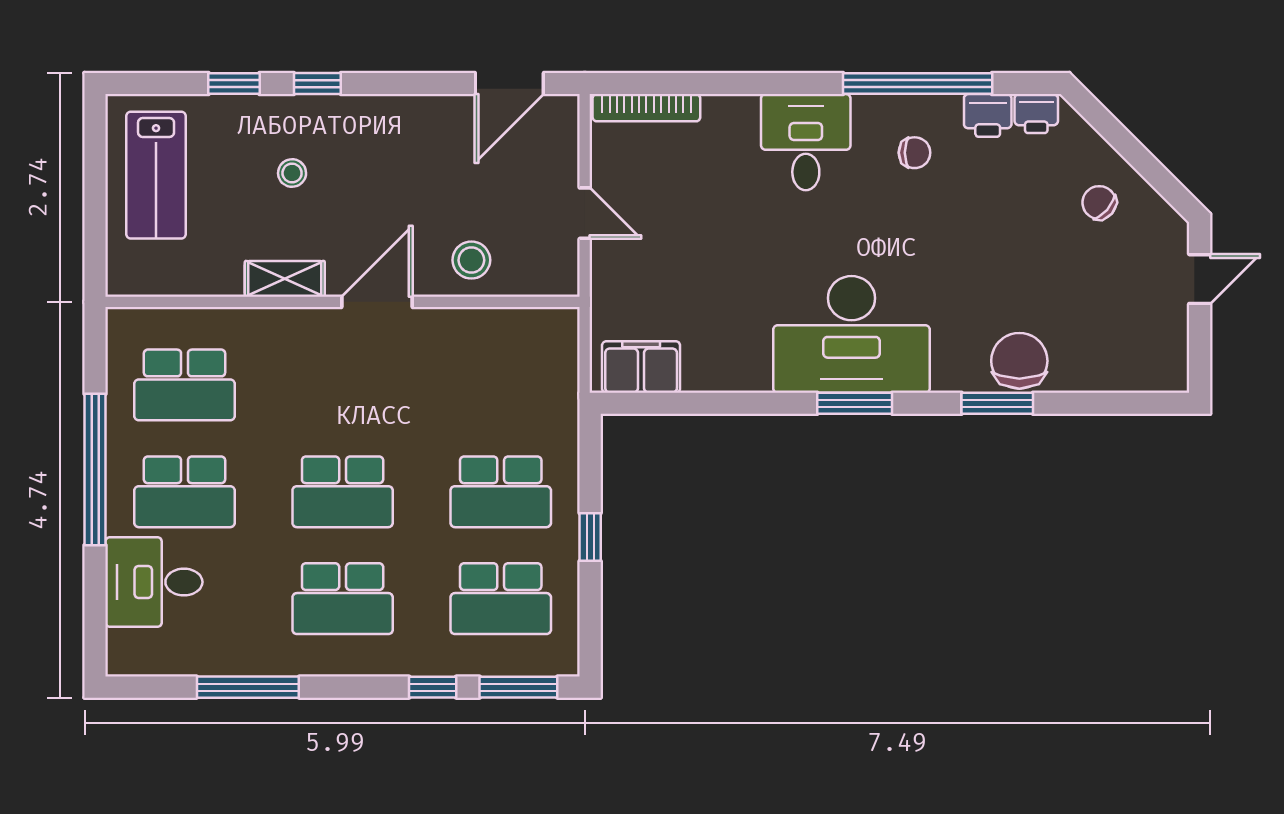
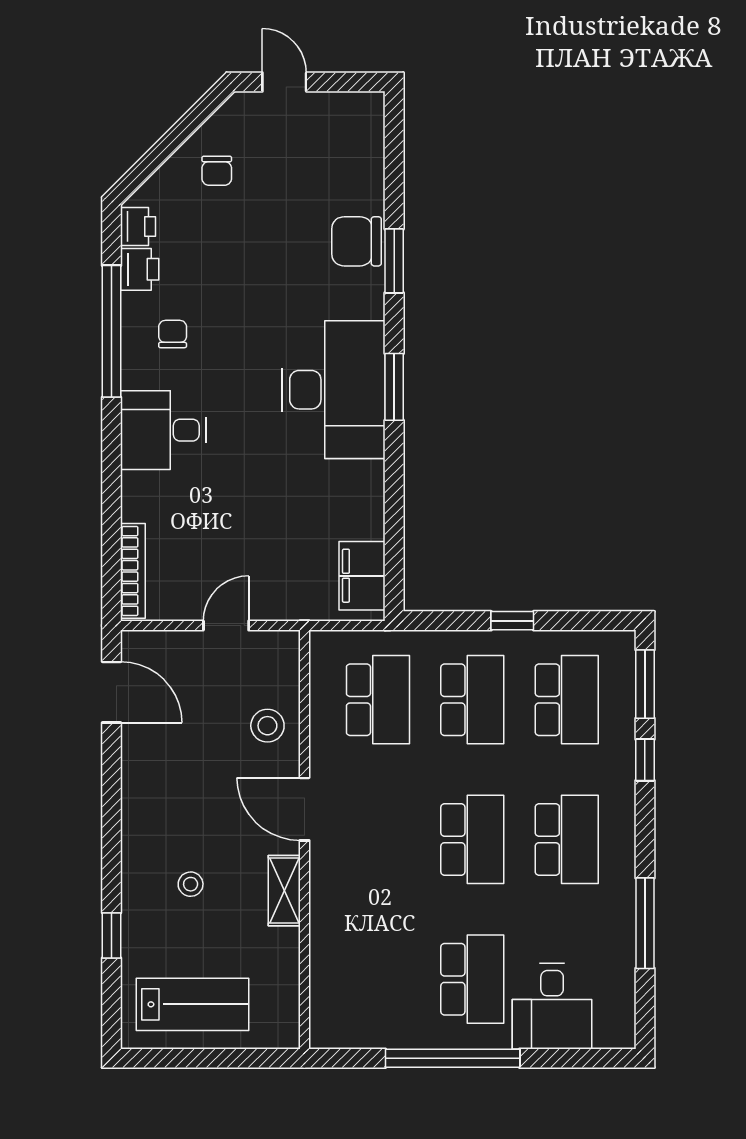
window: (317, 84) -> (111, 862), removed
chair: (1099, 203) -> (217, 171), turned -41
school desk: (184, 385) -> (378, 700), moved

